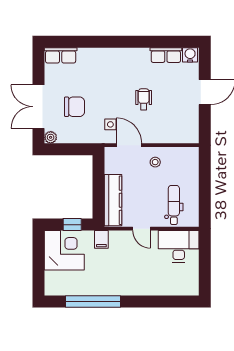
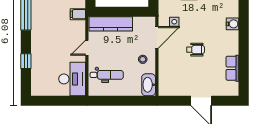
water cooler: (190, 55) -> (233, 24), moved
washbasin: (186, 155) -> (149, 85), added
window: (157, 301) -> (26, 61), added

